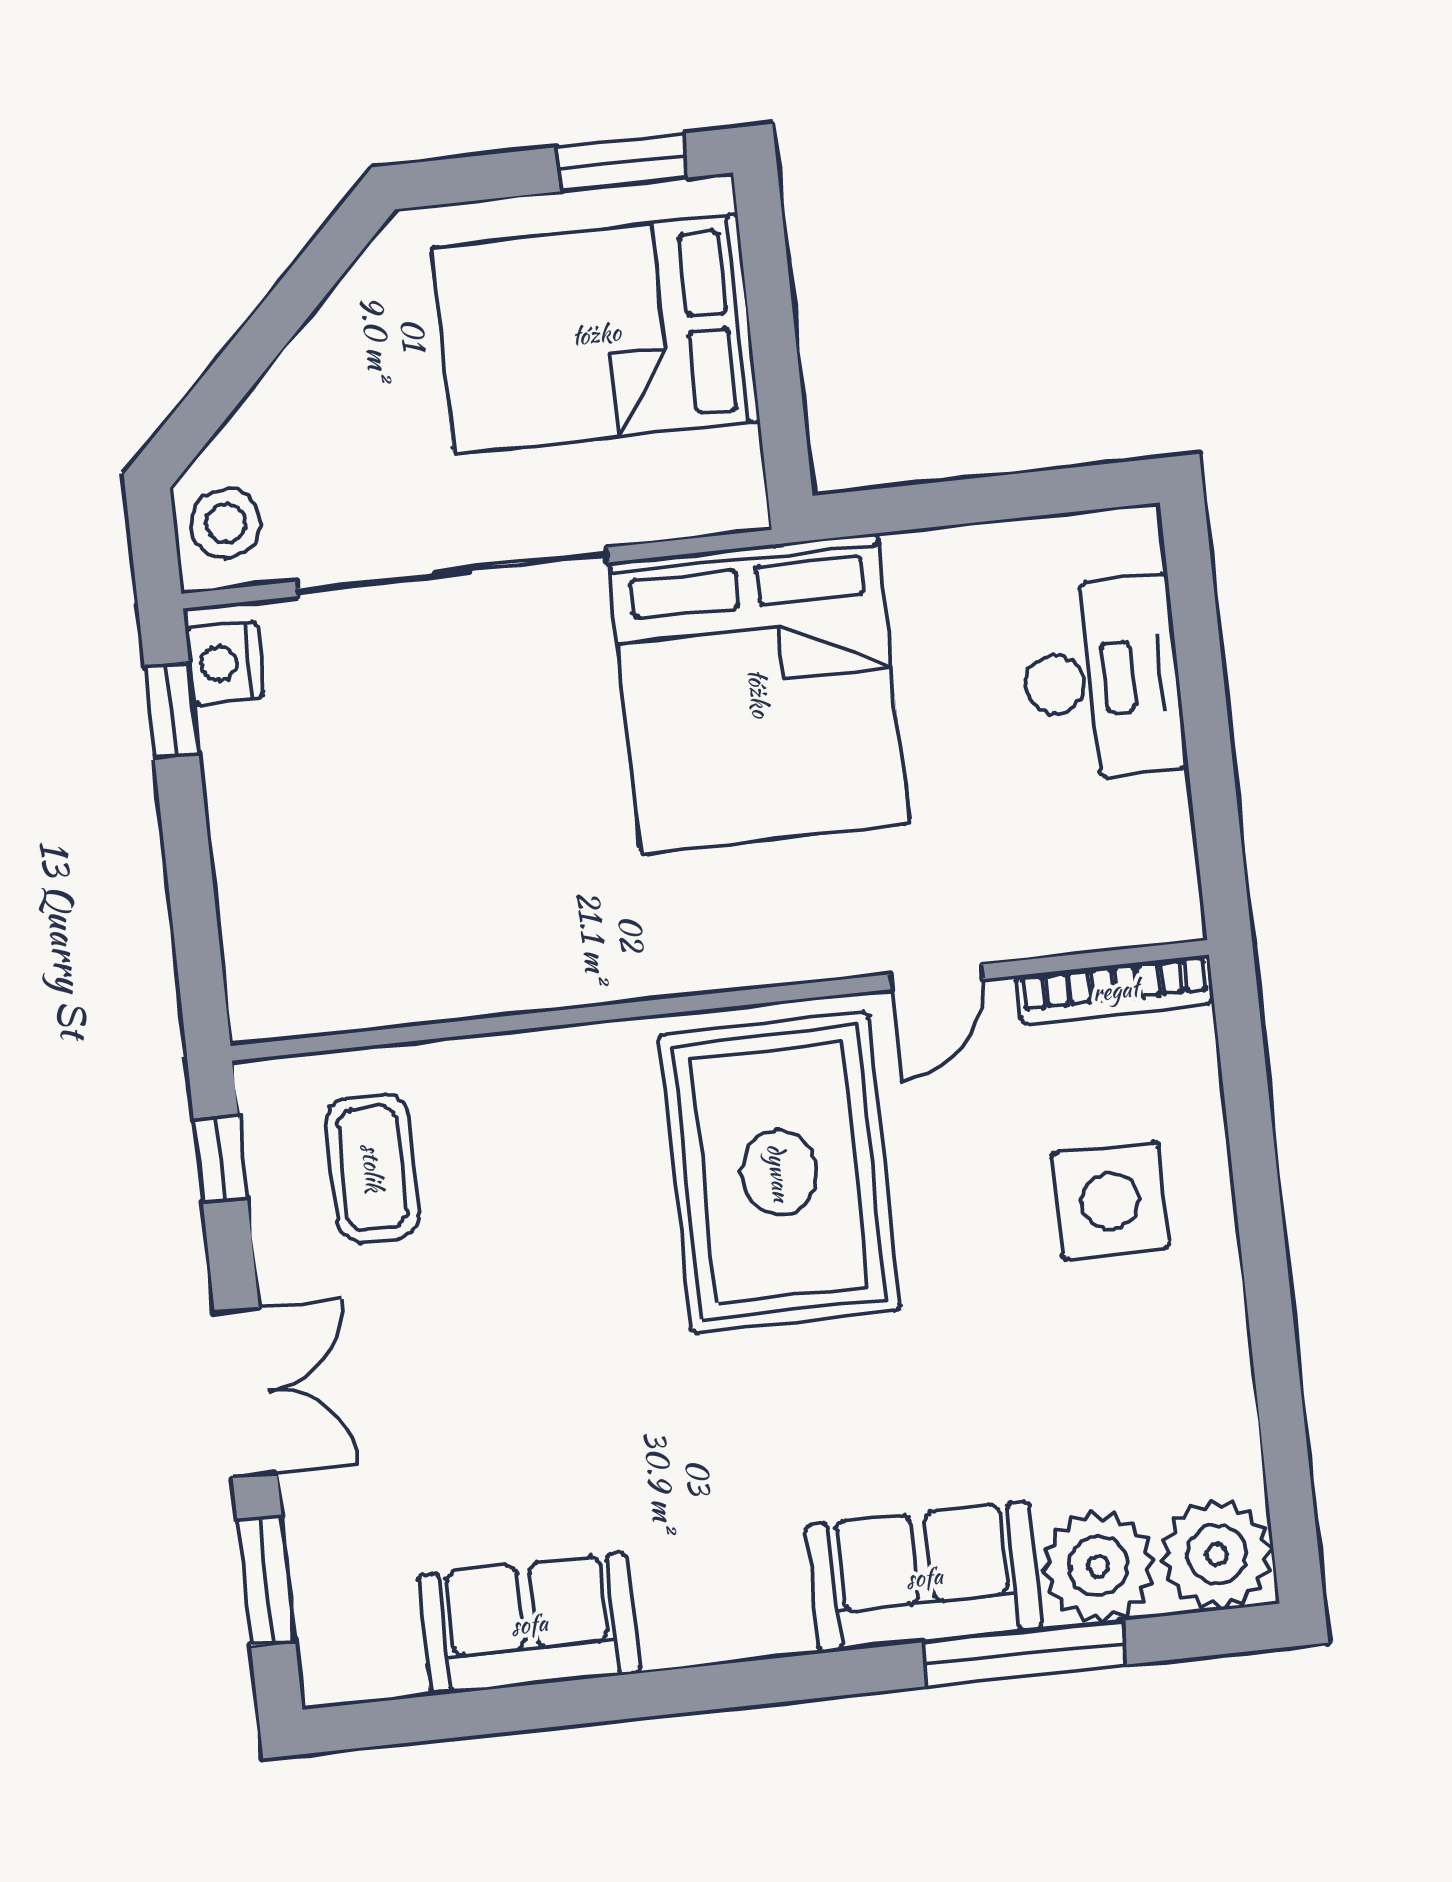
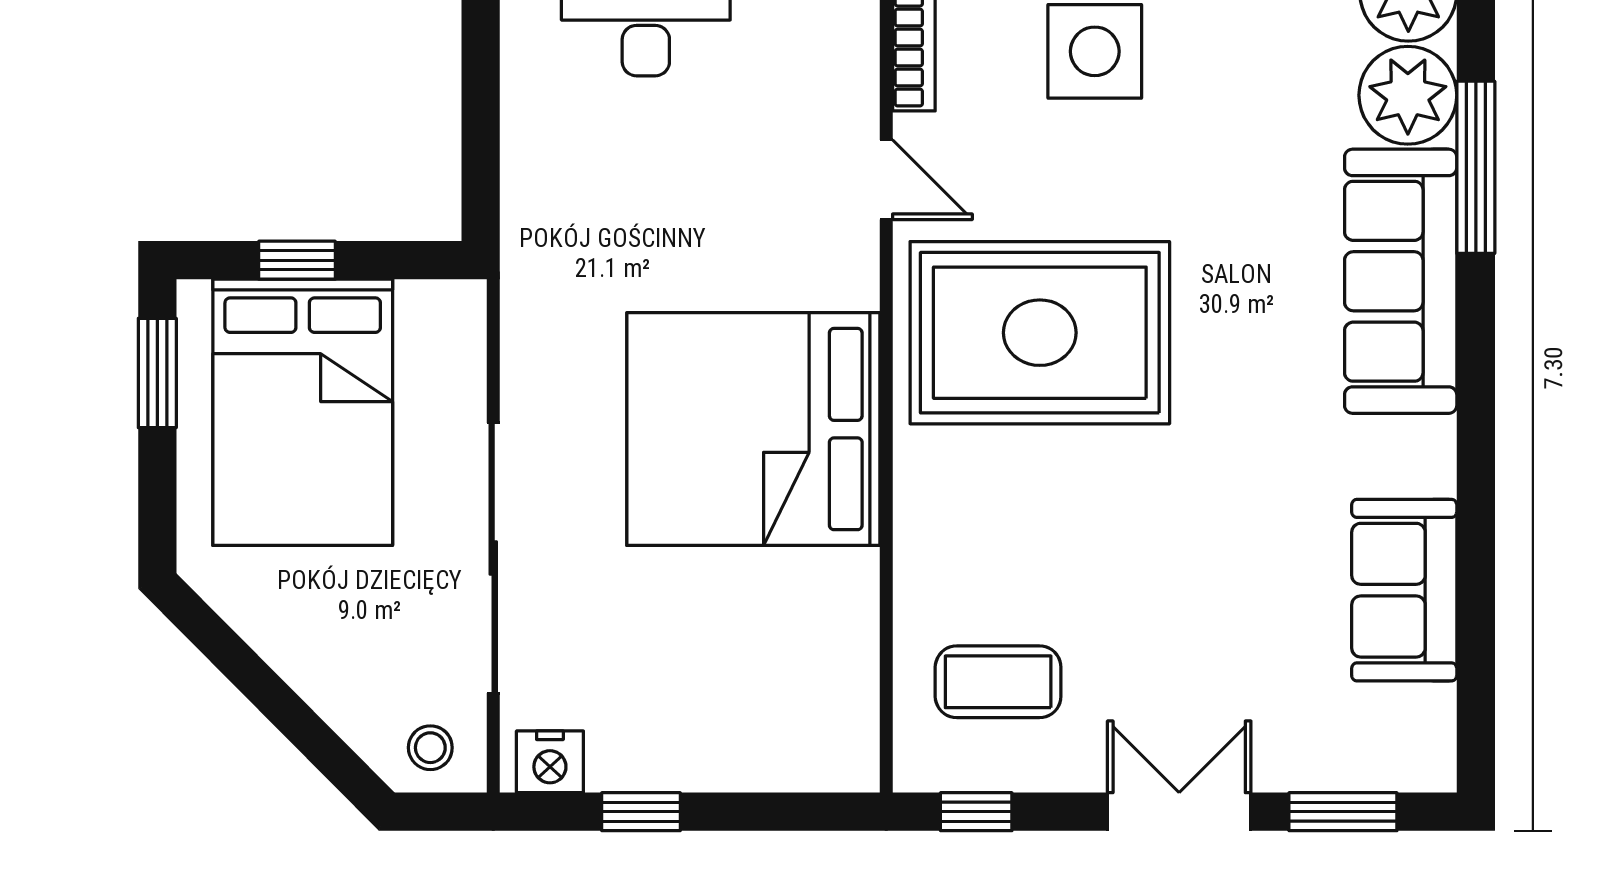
window: (770, 309) -> (297, 260), added
stool: (226, 523) -> (430, 748), width x0.73, depth x0.73
bed: (759, 693) -> (753, 429), moved, turned 180
window: (172, 710) -> (641, 812), moved
sofa: (924, 1577) -> (1401, 281), width x1.36

